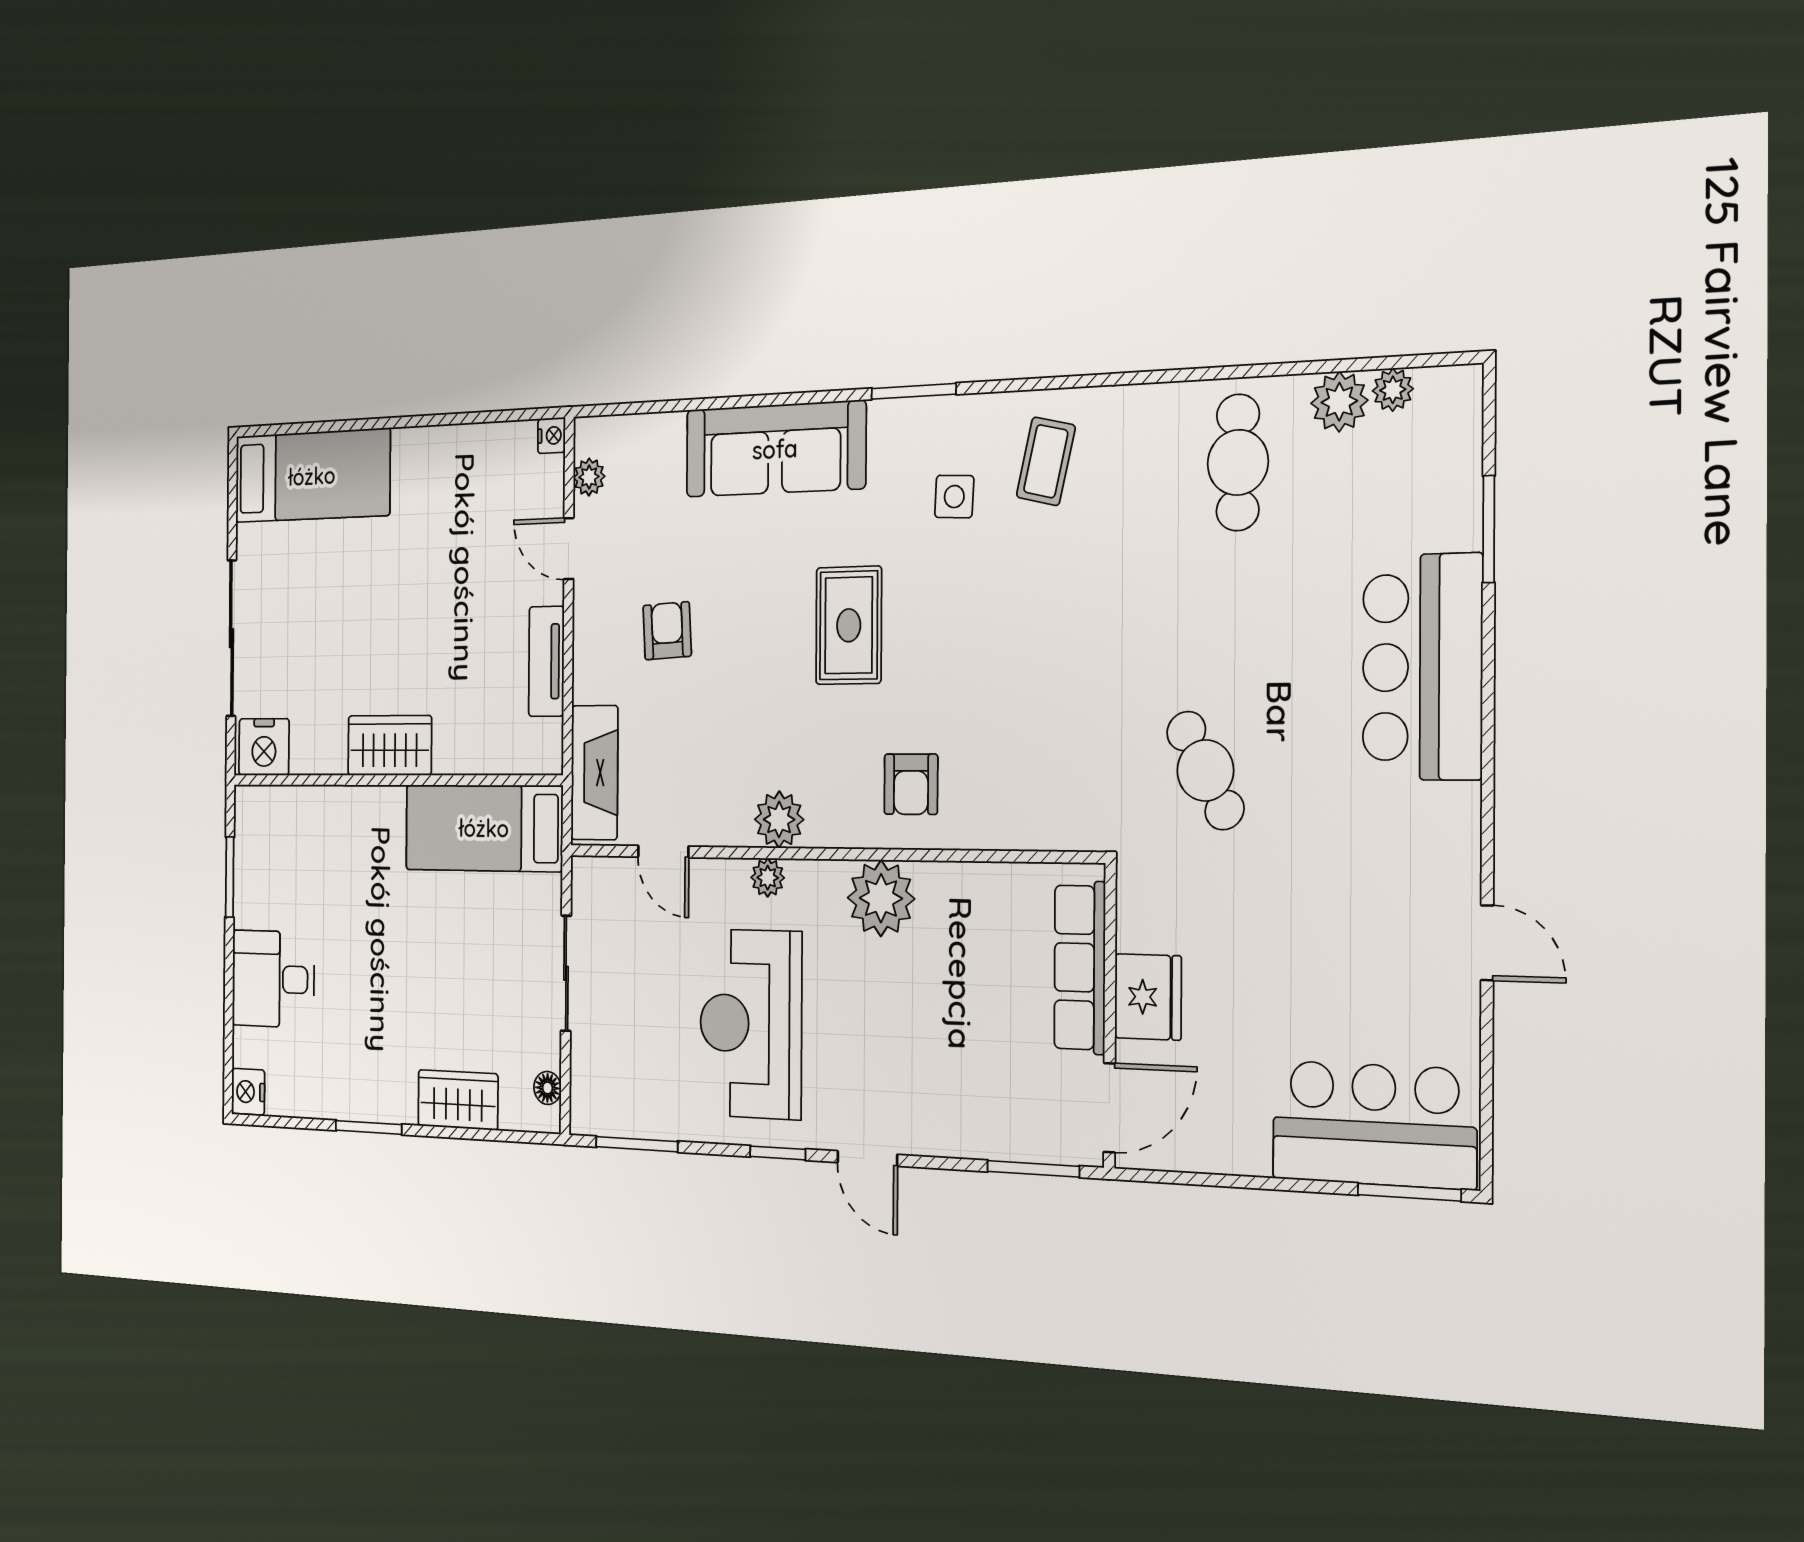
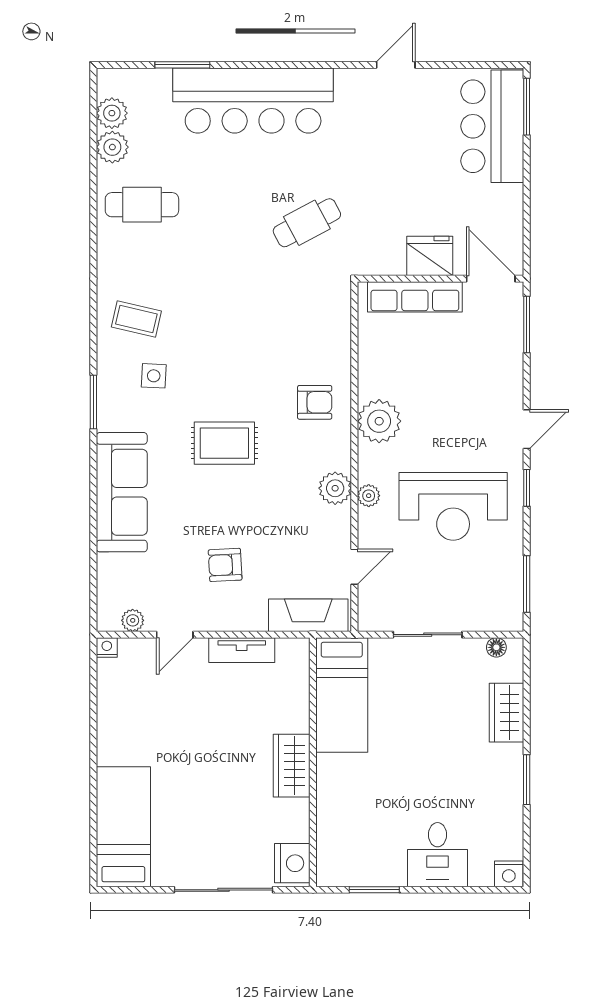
plant: (1393, 390) -> (112, 113), width x1.38, depth x1.38
bar counter: (1422, 667) -> (253, 101), width x1.36

